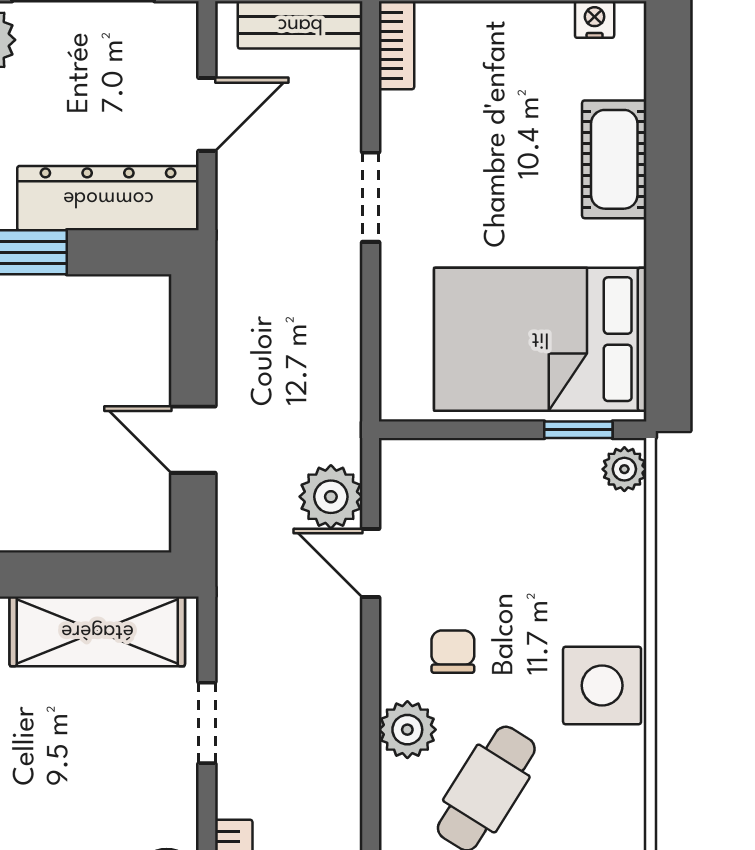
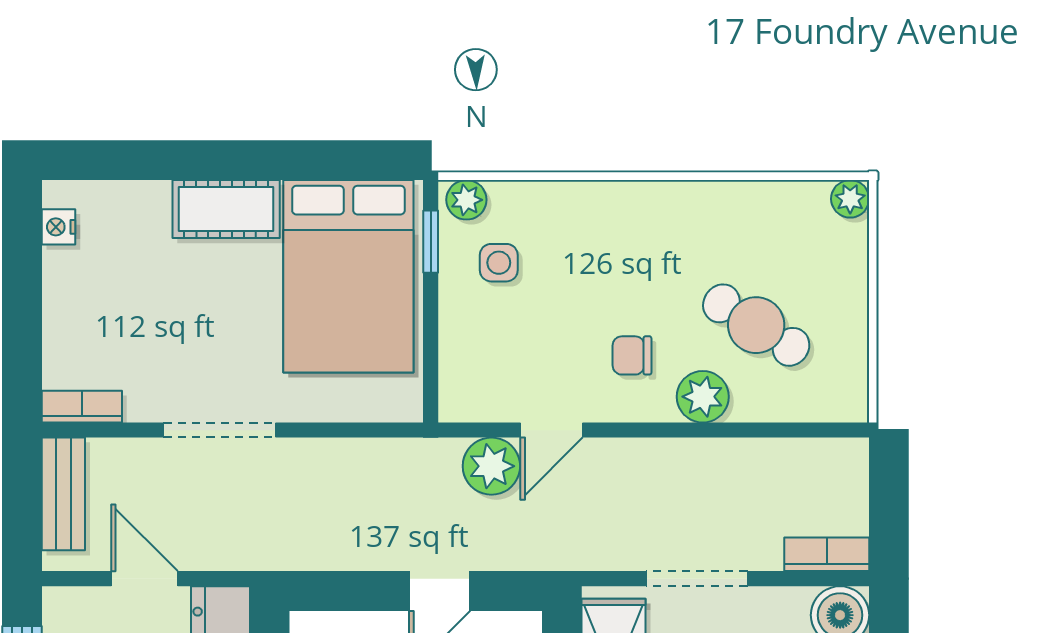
cot: (614, 159) -> (226, 209), moved
doorway: (371, 197) -> (219, 430), width x1.38
side table: (602, 685) -> (499, 263), moved, width x0.54, depth x0.54
doorway: (207, 723) -> (697, 579), width x1.38

